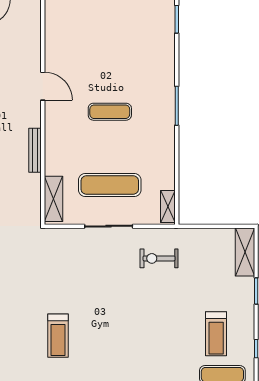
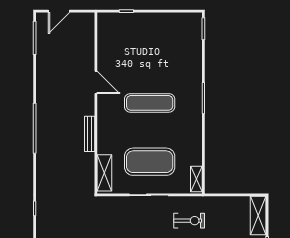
exercise mat: (110, 112) -> (150, 103), width x1.36, depth x1.45
exercise mat: (110, 185) -> (150, 162), width x1.47
exercise bike: (159, 258) -> (189, 221), turned 180

